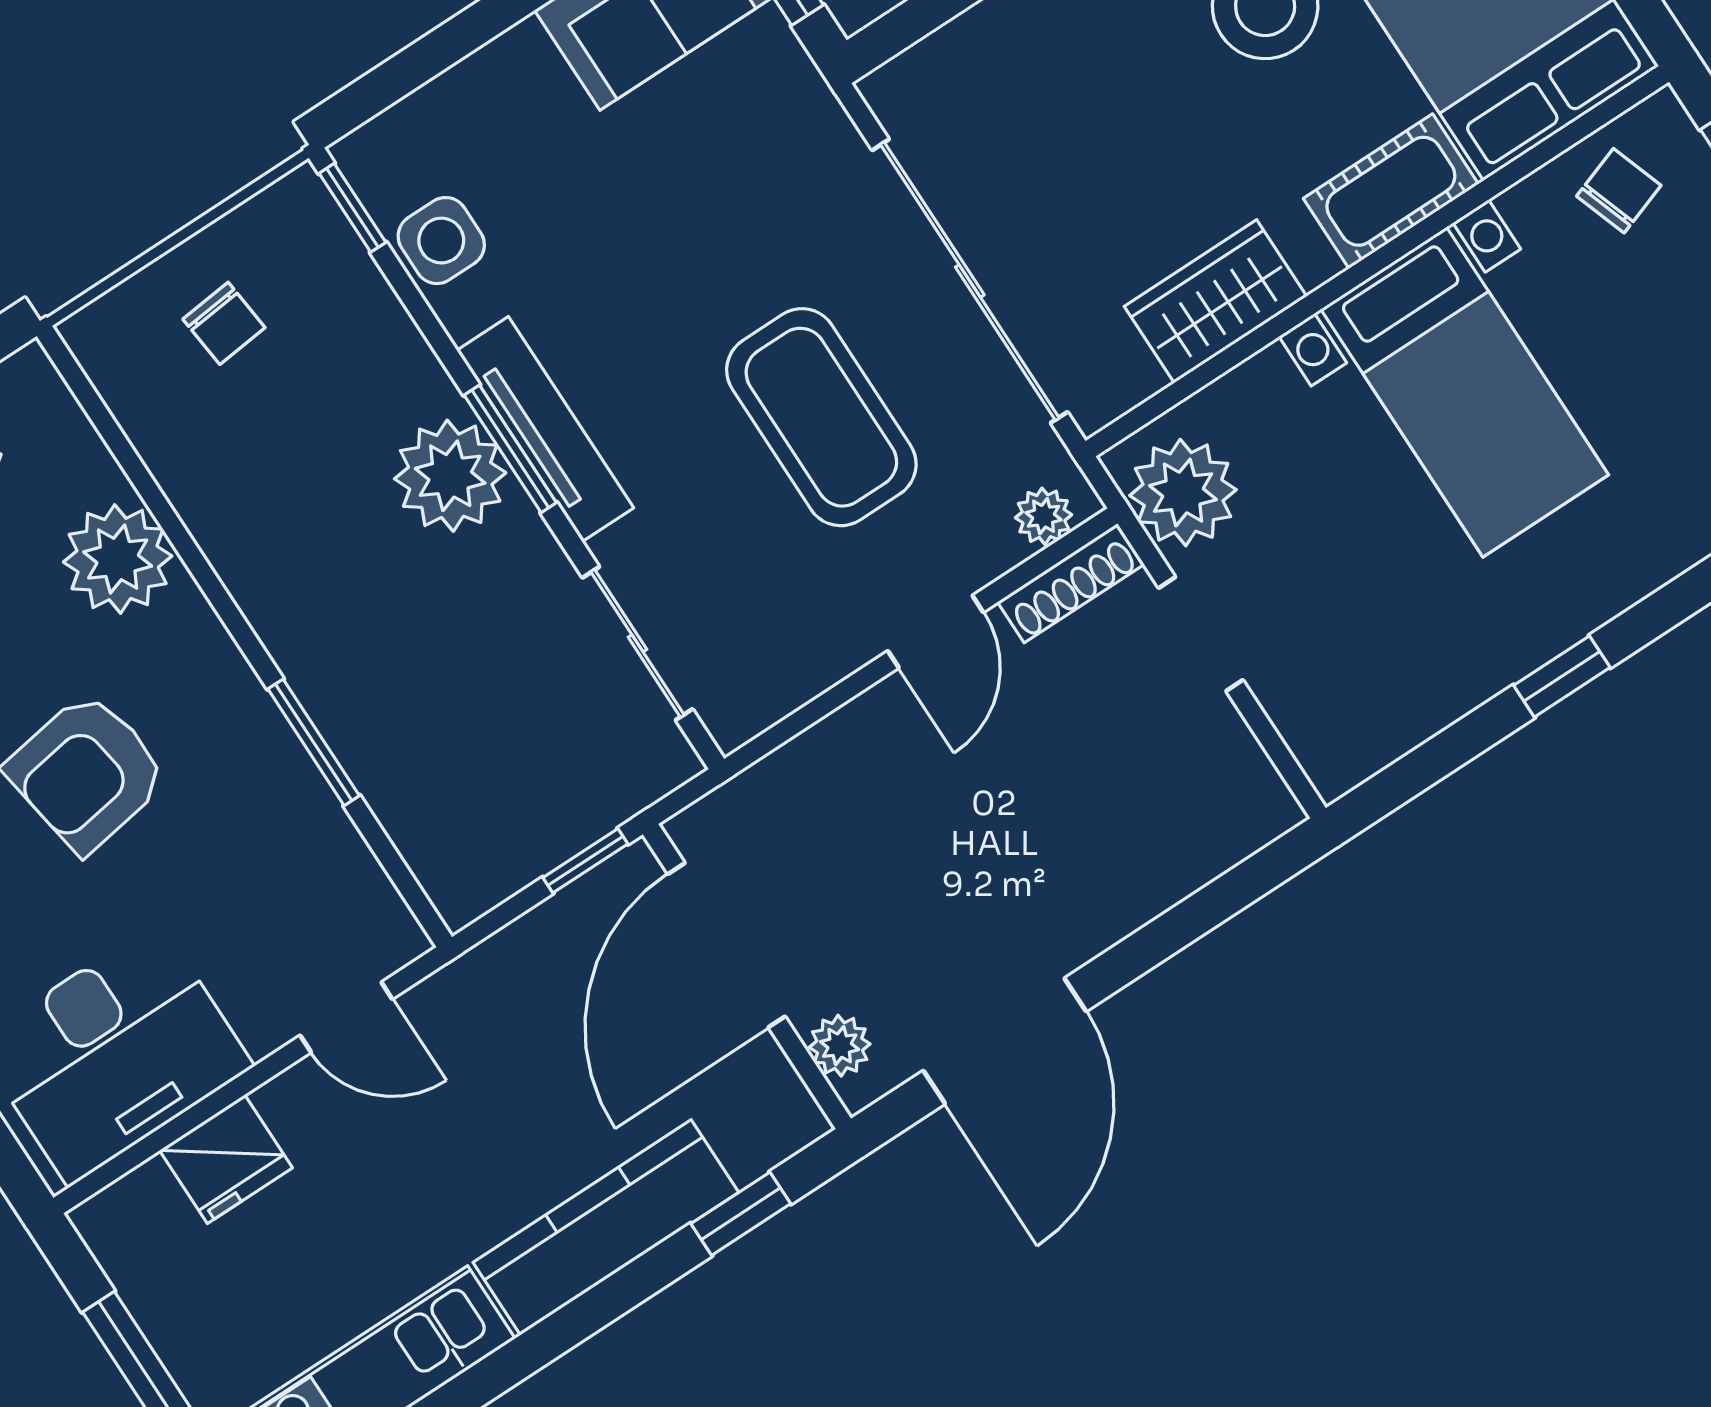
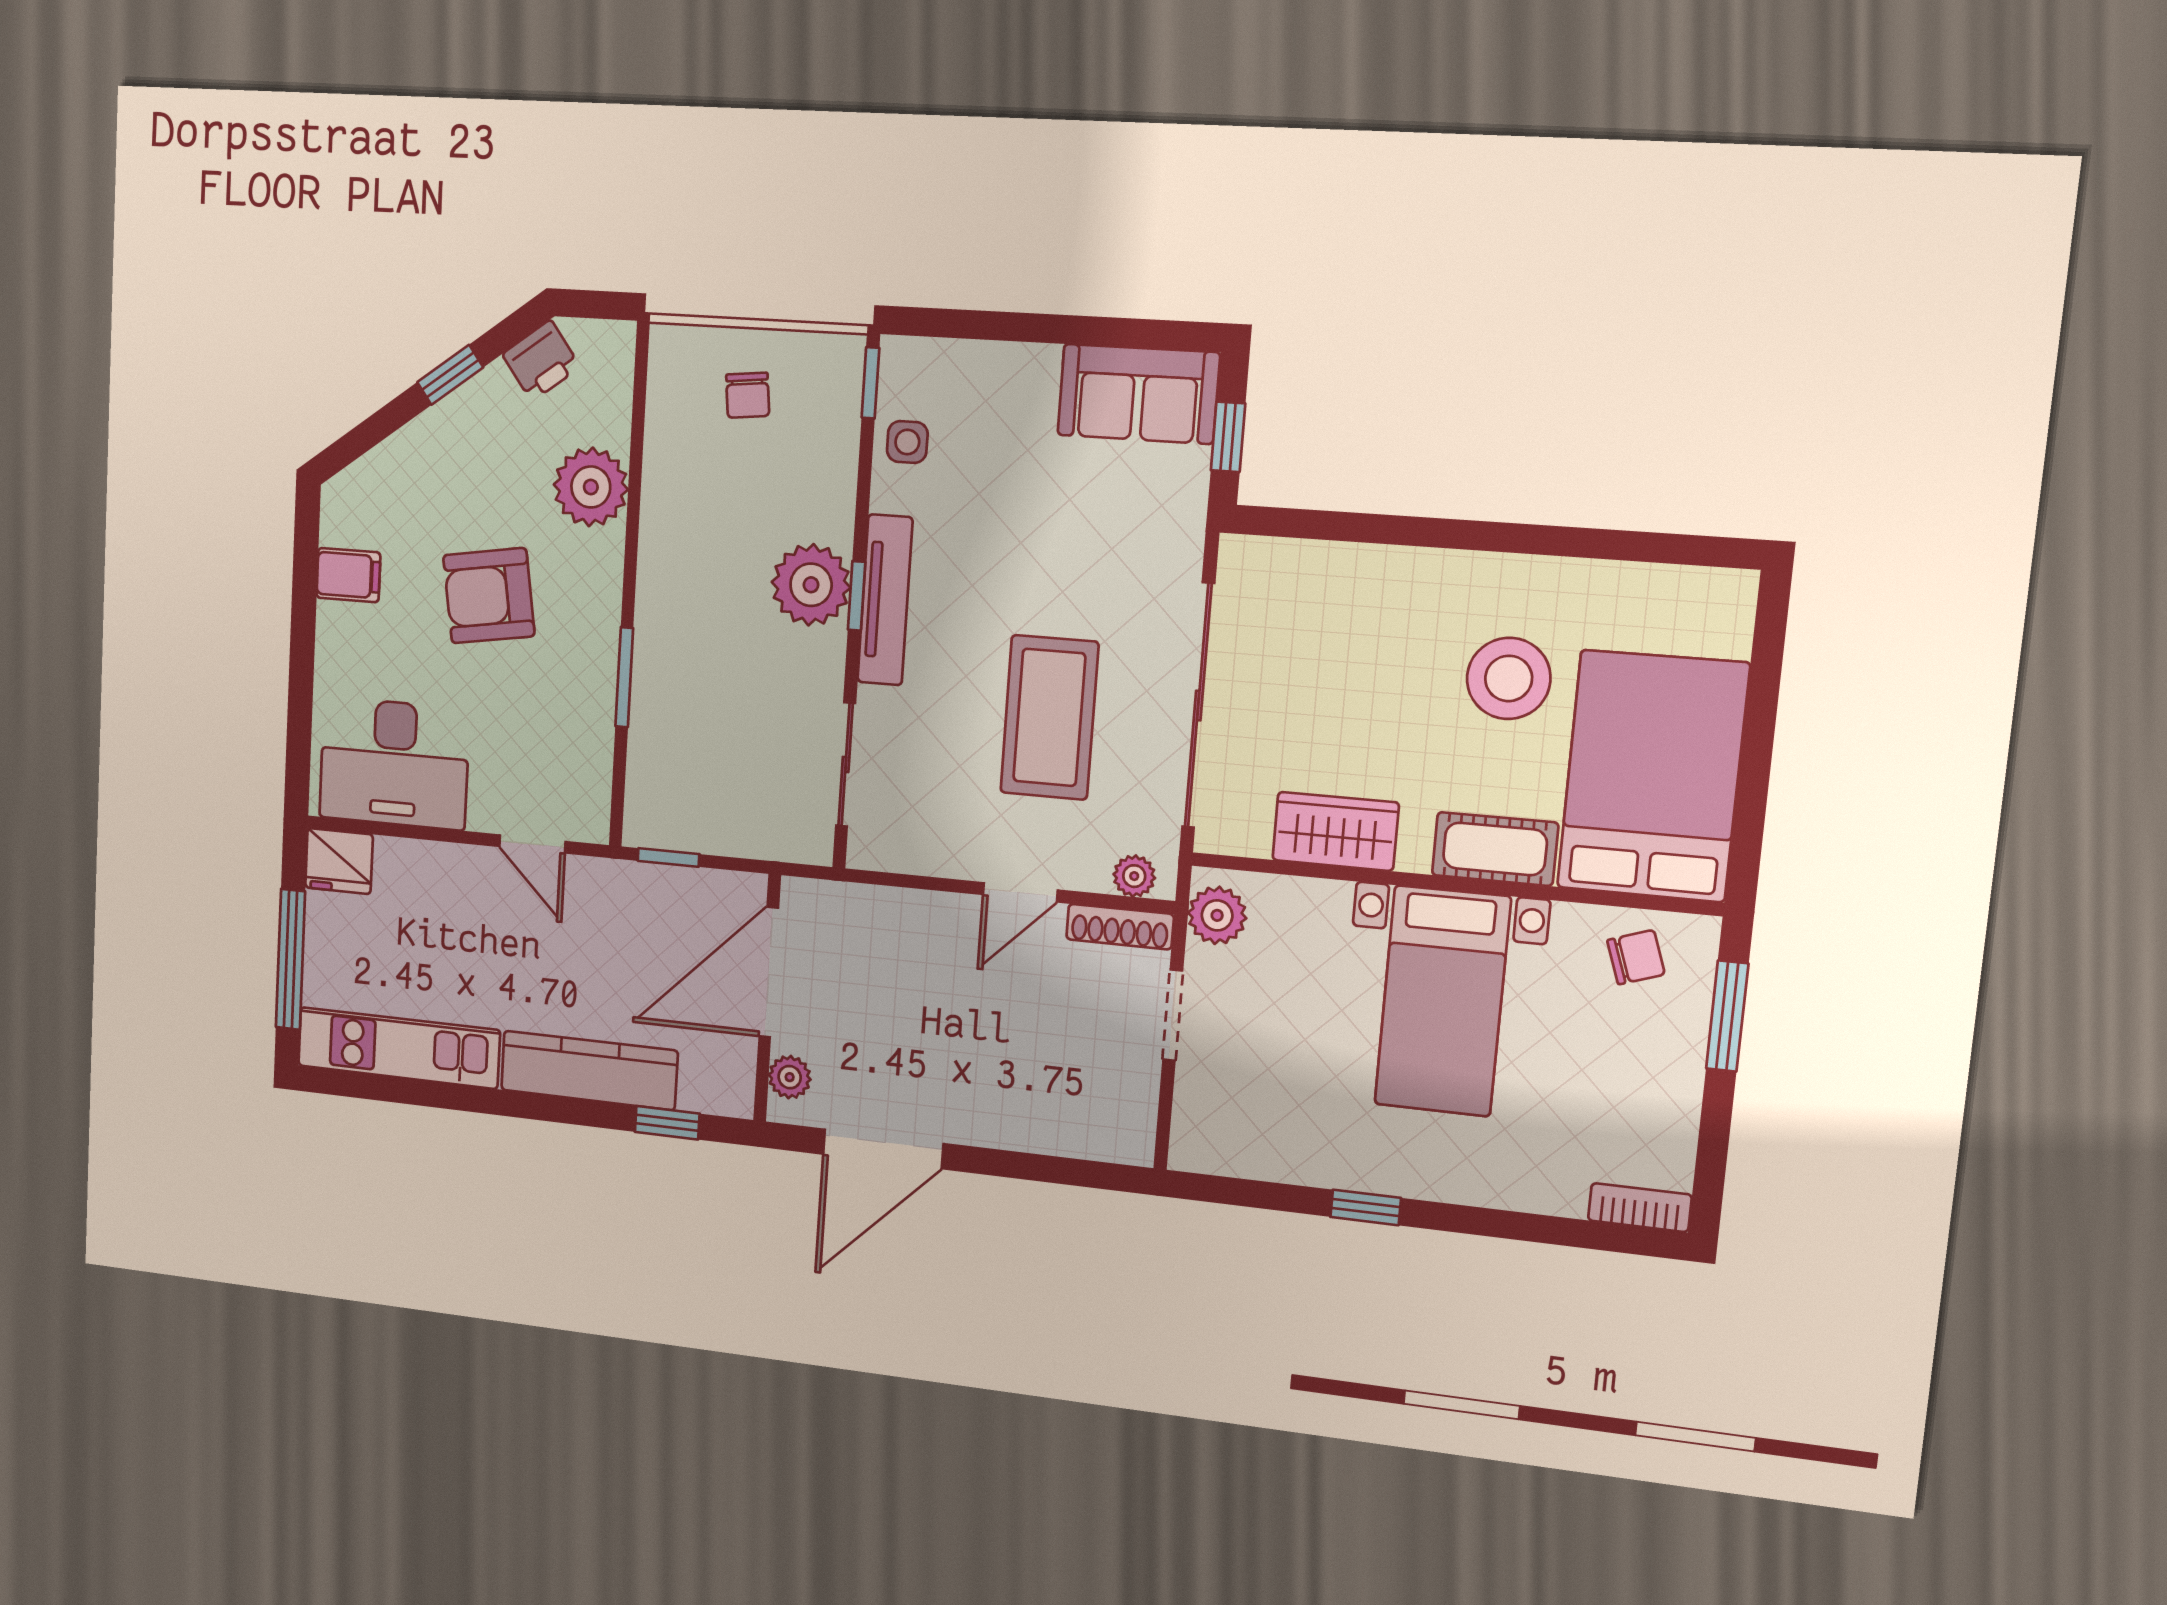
side table: (441, 241) -> (907, 442), width x0.73, depth x0.73
window: (510, 449) -> (857, 596), width x0.67
plant: (1183, 493) -> (1217, 915), width x0.73, depth x0.73
window: (585, 861) -> (668, 857), moved
fridge: (226, 1159) -> (339, 861), moved

